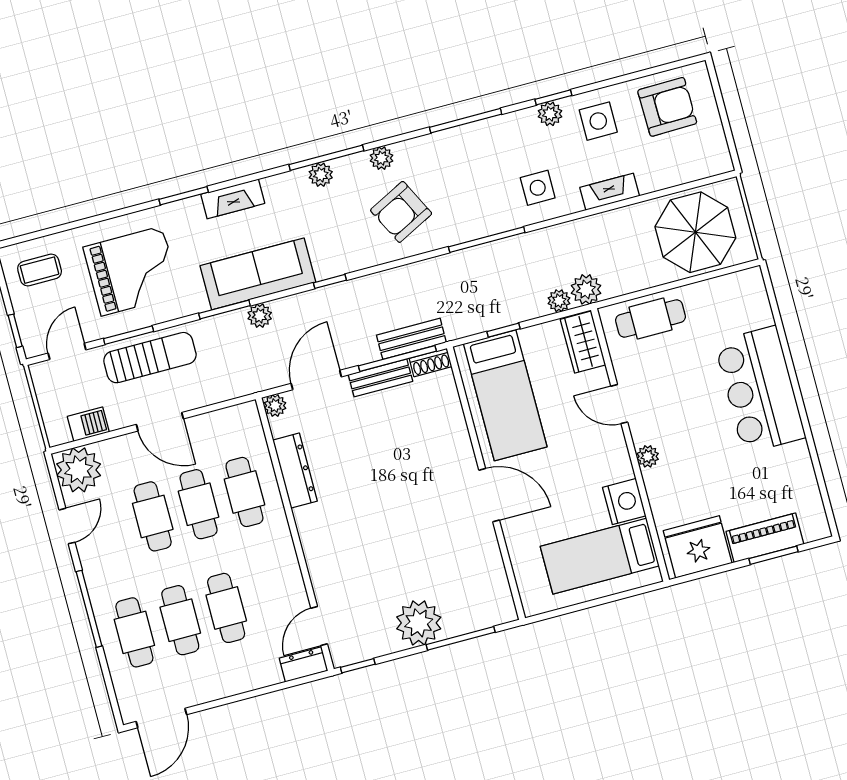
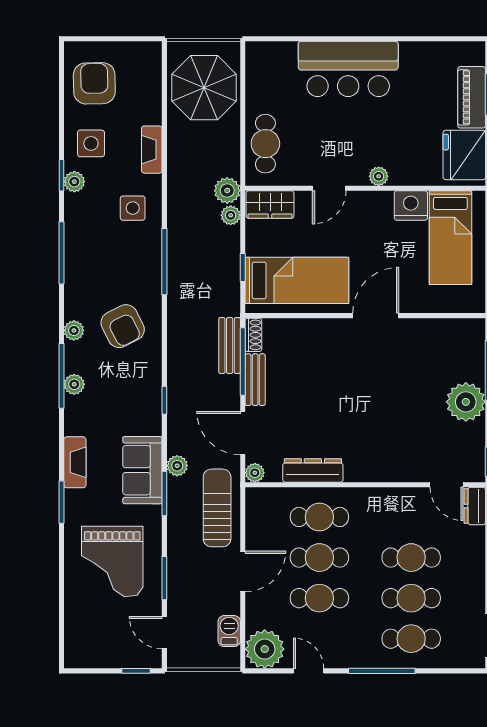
coffee table: (40, 270) -> (91, 637), removed
grand piano: (132, 271) -> (112, 561), turned 180
sofa: (258, 274) -> (142, 470), width x0.73
sun lounger: (150, 358) -> (217, 508), moved

